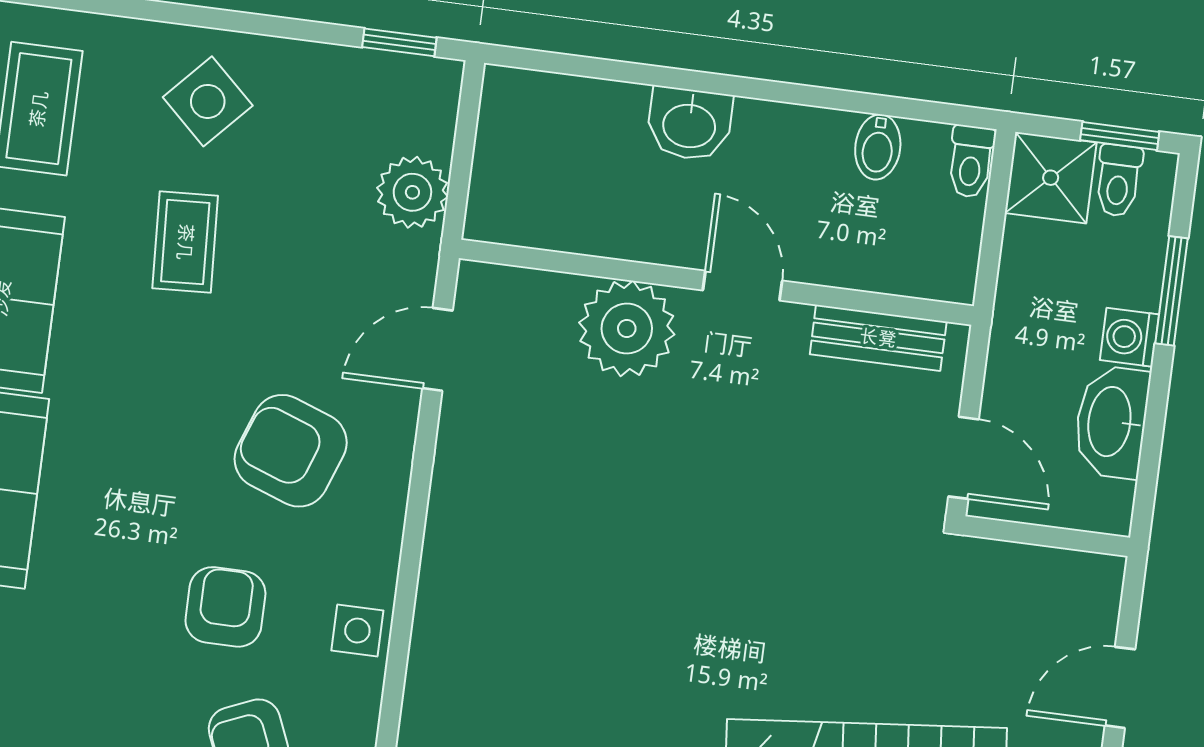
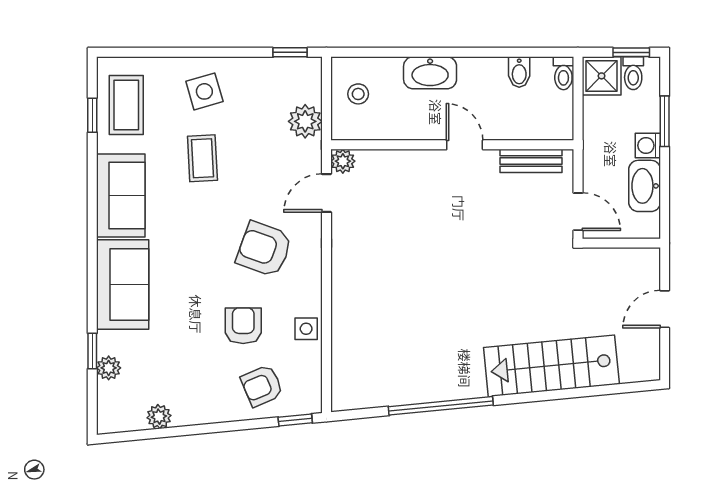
side table: (208, 101) -> (204, 91), turned 31
washbasin: (689, 124) -> (430, 73), width x1.38
stool: (532, 149) -> (358, 94), added
plant: (627, 329) -> (343, 161), moved, width x0.53, depth x0.53

